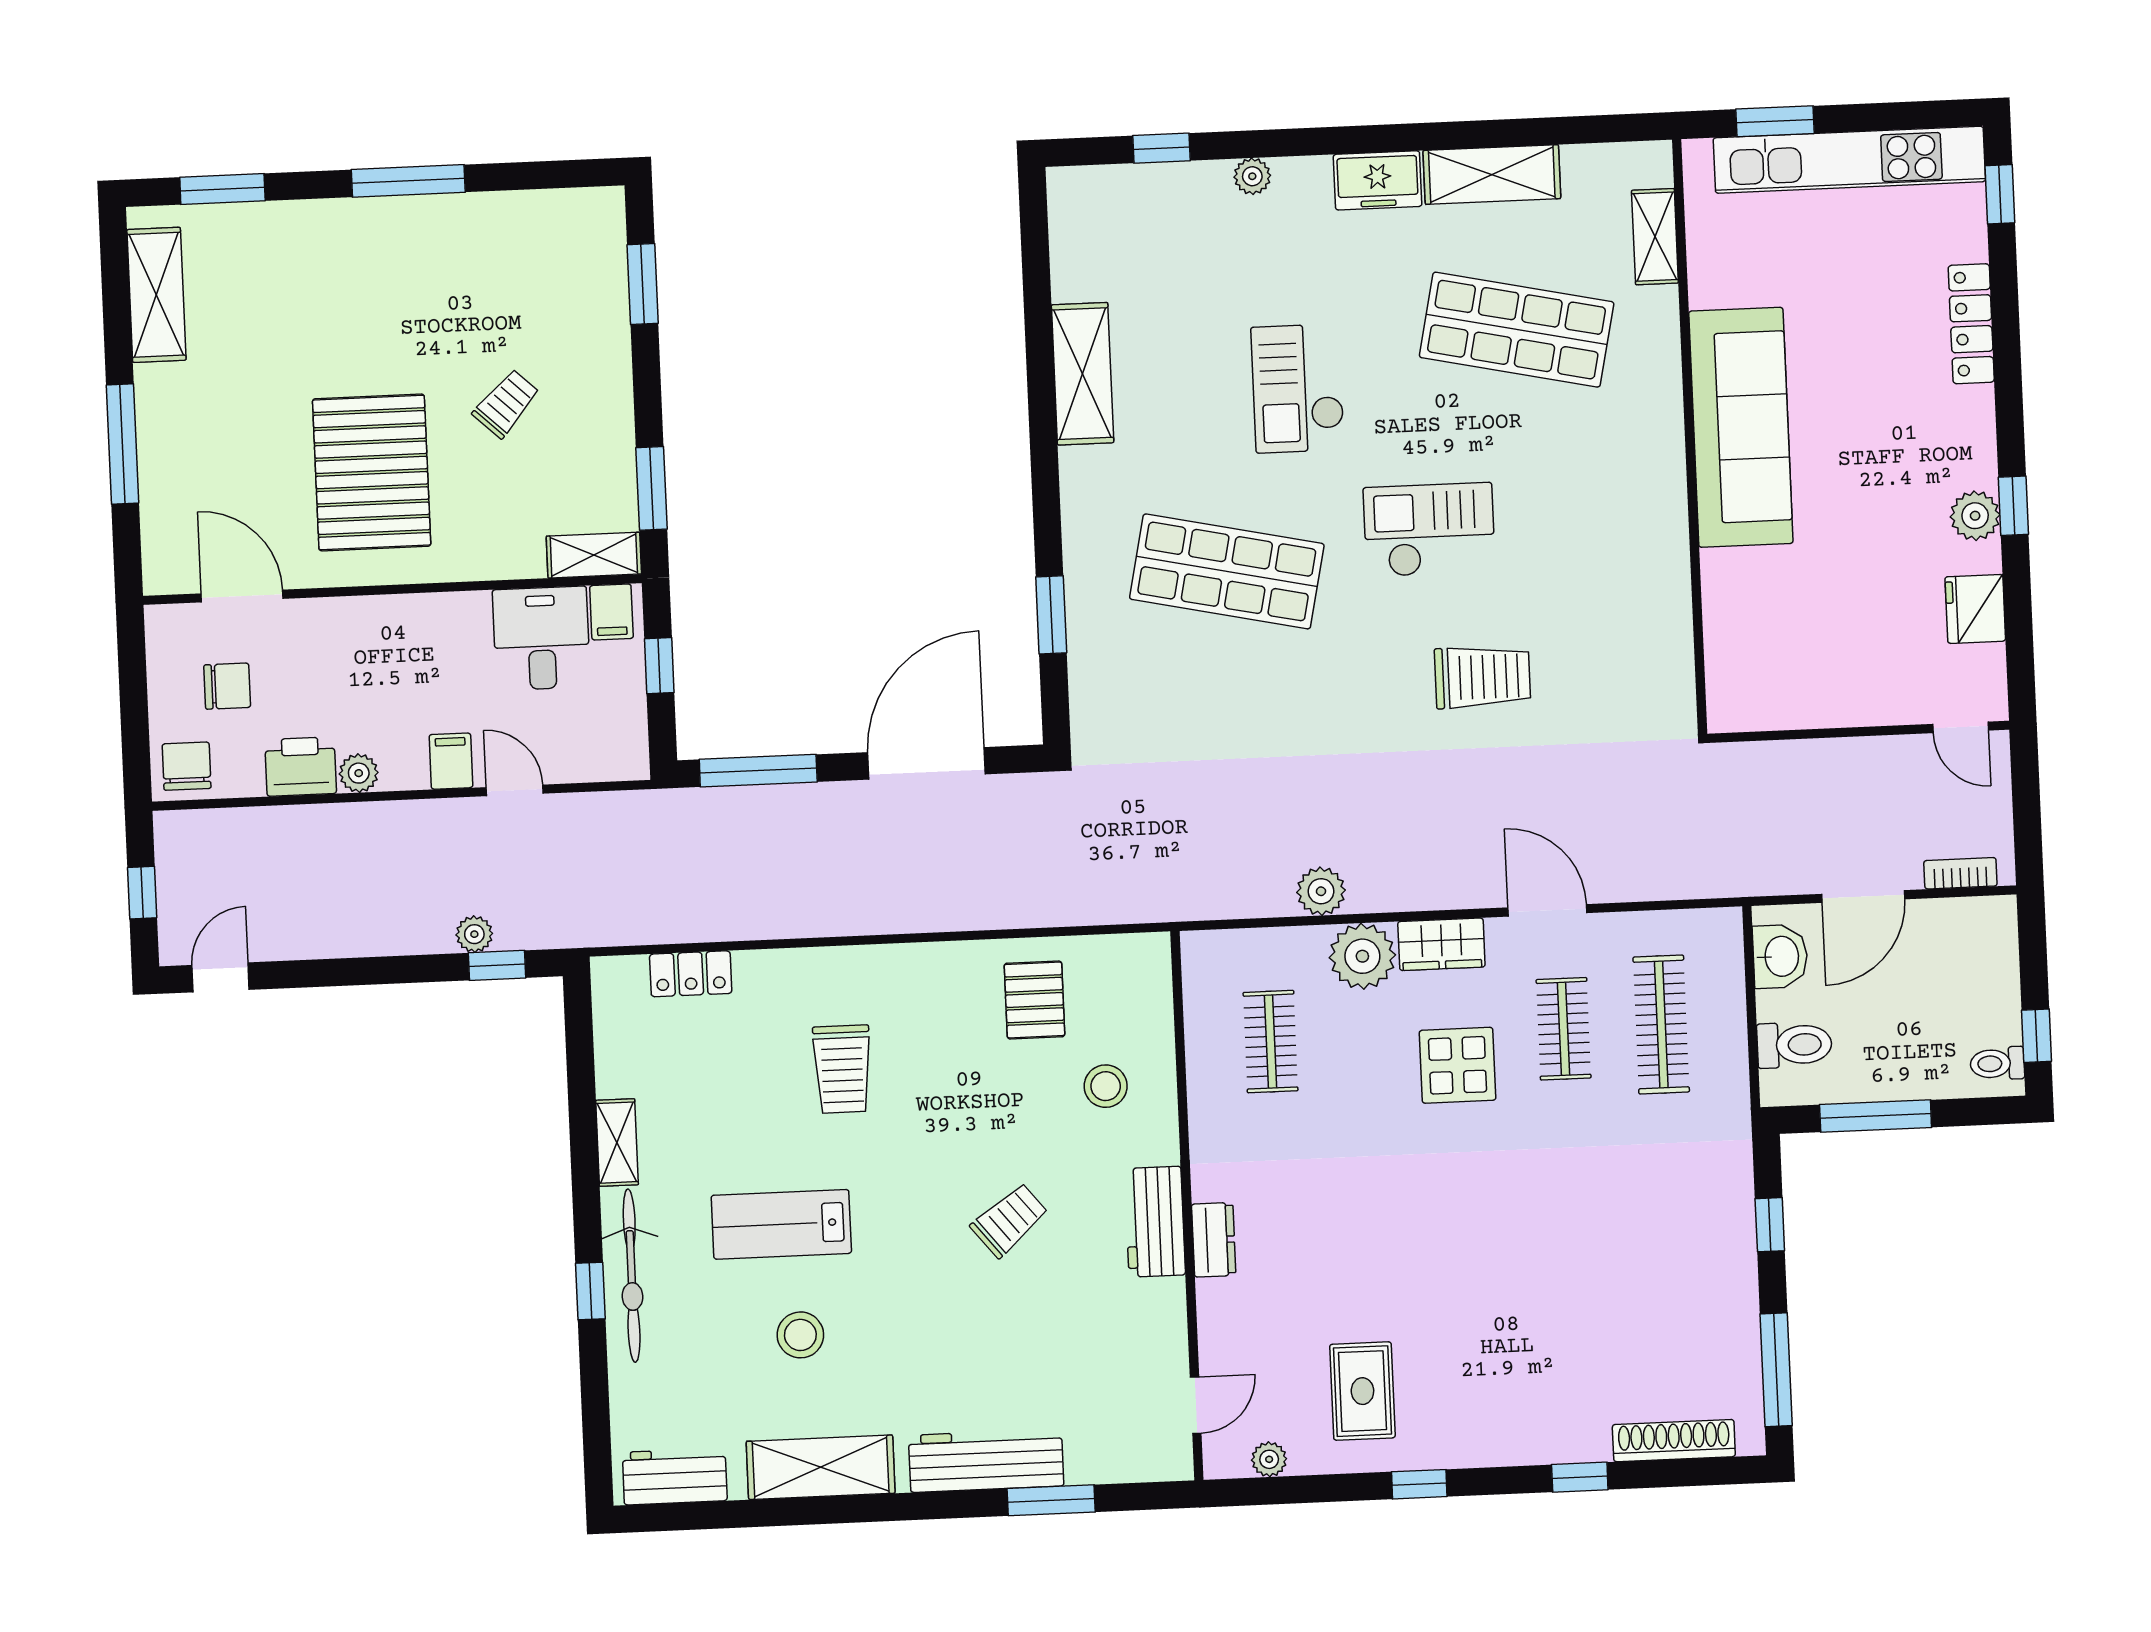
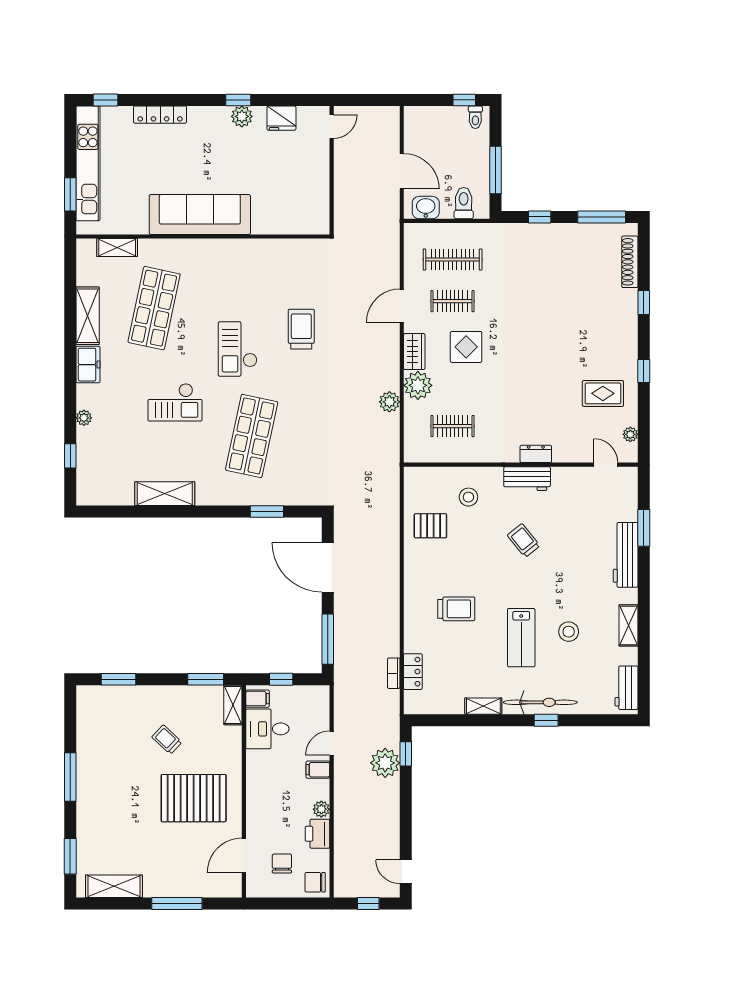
bookcase: (1960, 873) -> (394, 673), moved
plant: (474, 934) -> (385, 763), width x1.88, depth x1.88
shelving: (821, 1467) -> (628, 625), width x0.67, depth x0.75

